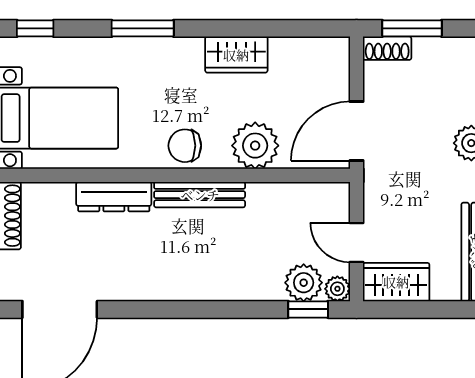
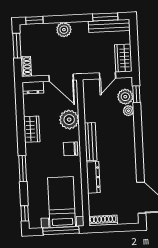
window: (412, 28) -> (17, 46), moved
dresser: (336, 62) -> (33, 88), added
chair: (185, 146) -> (71, 149), turned 90
plant: (337, 289) -> (128, 111), moved

